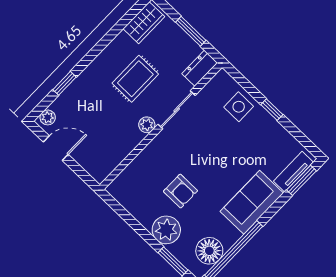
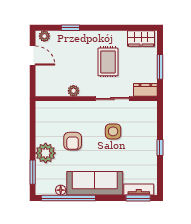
rug: (135, 79) -> (108, 62), turned 90
side table: (239, 107) -> (113, 131), moved
plant: (147, 125) -> (73, 91), moved
sofa: (252, 202) -> (95, 183), width x1.36
floor lamp: (209, 251) -> (61, 190), width x0.53, depth x0.53

